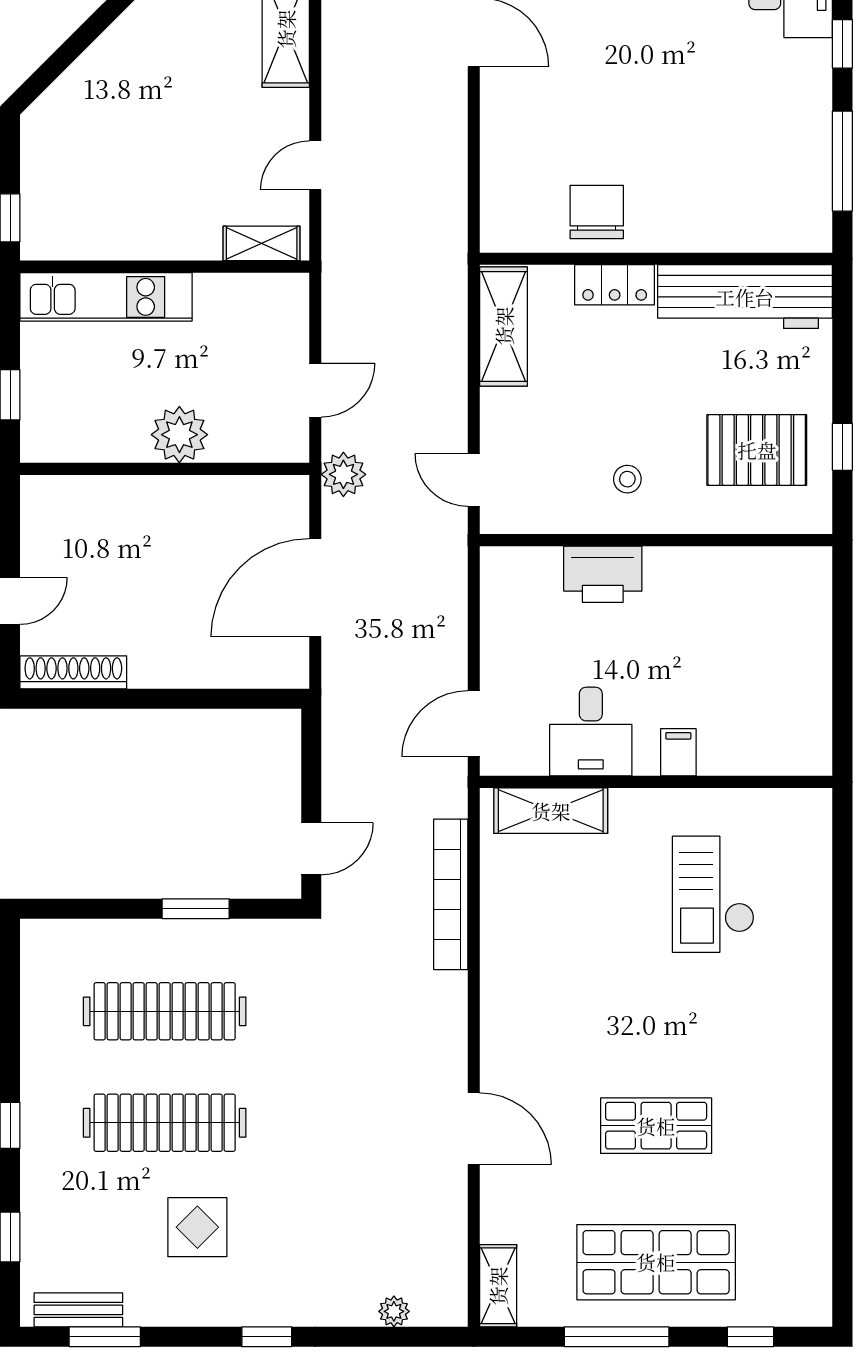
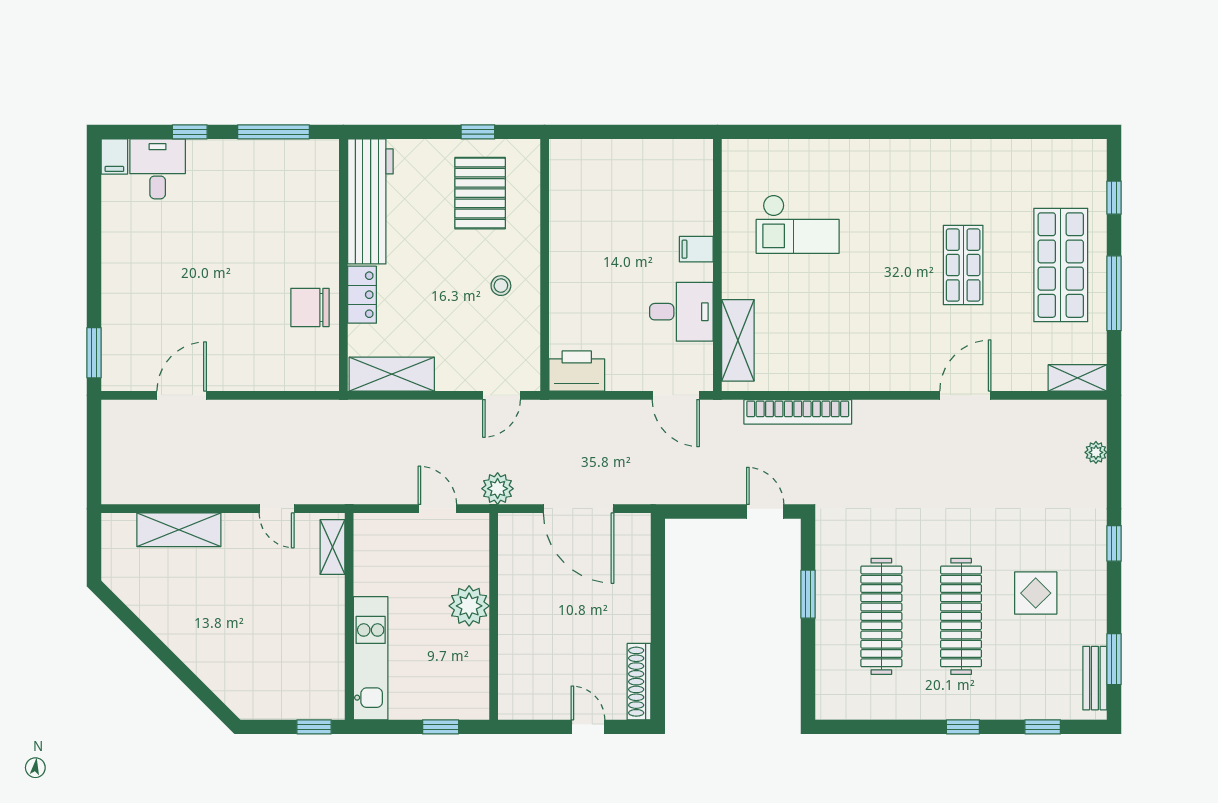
printer: (603, 574) -> (577, 371), moved, turned -90

